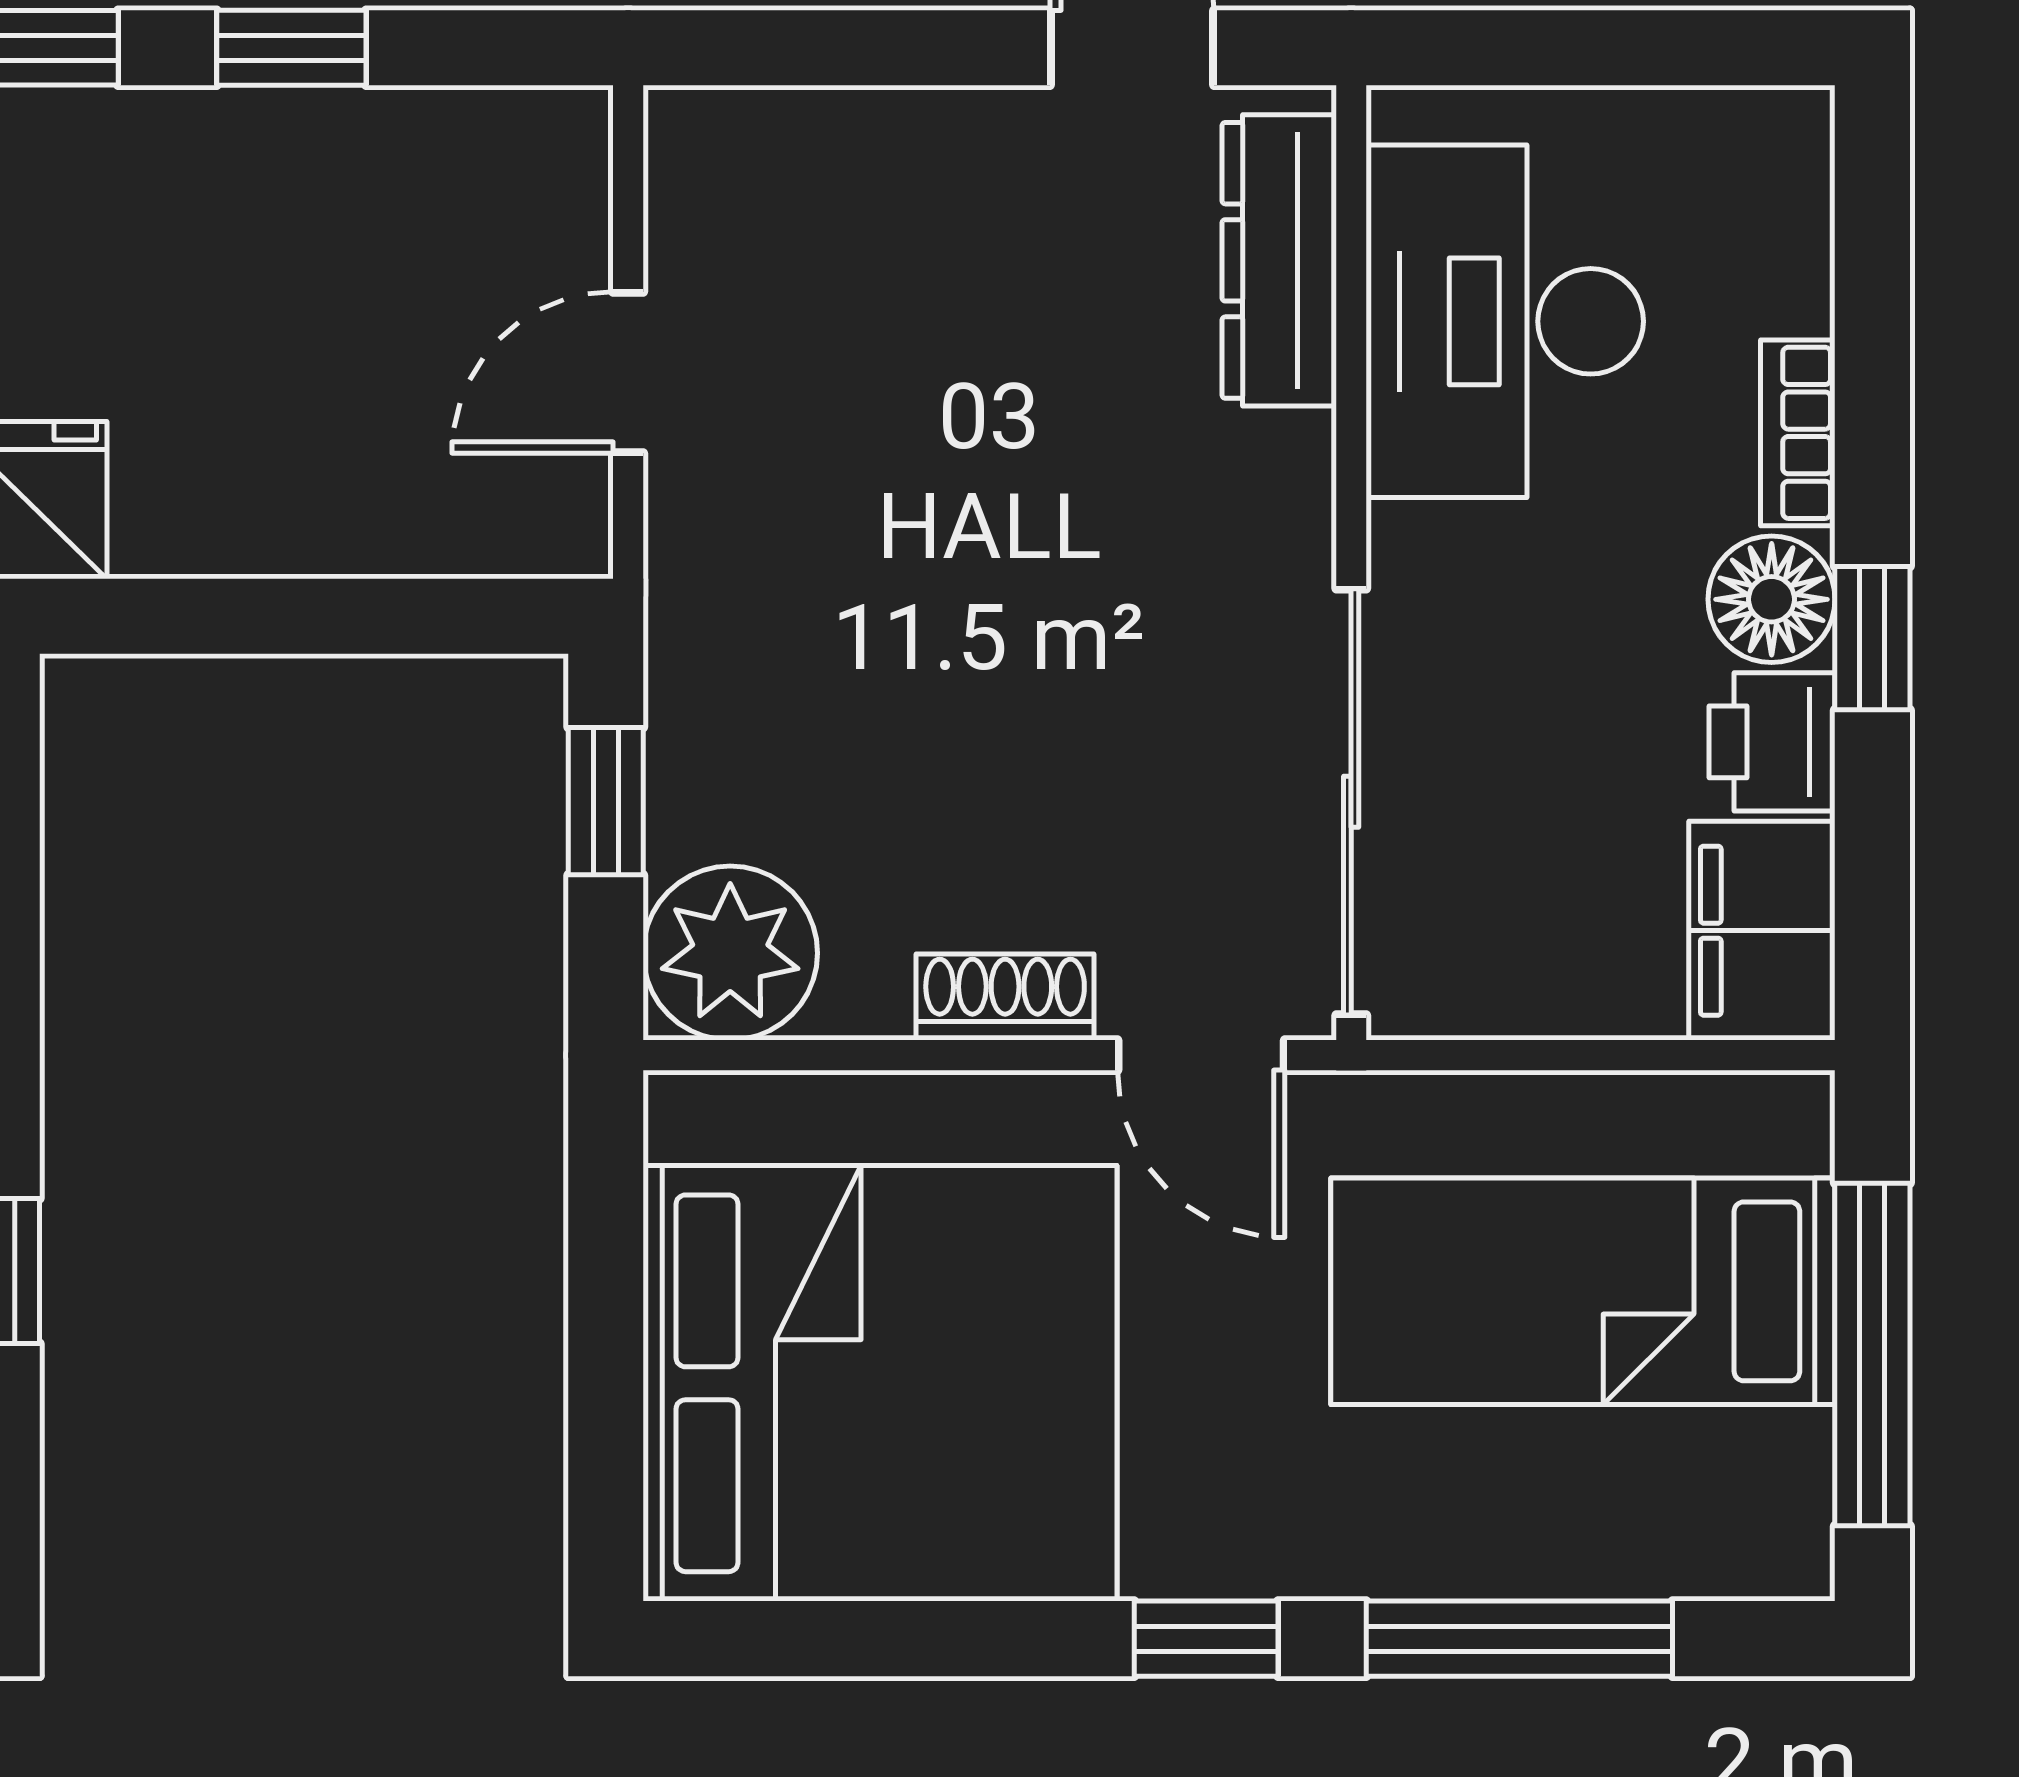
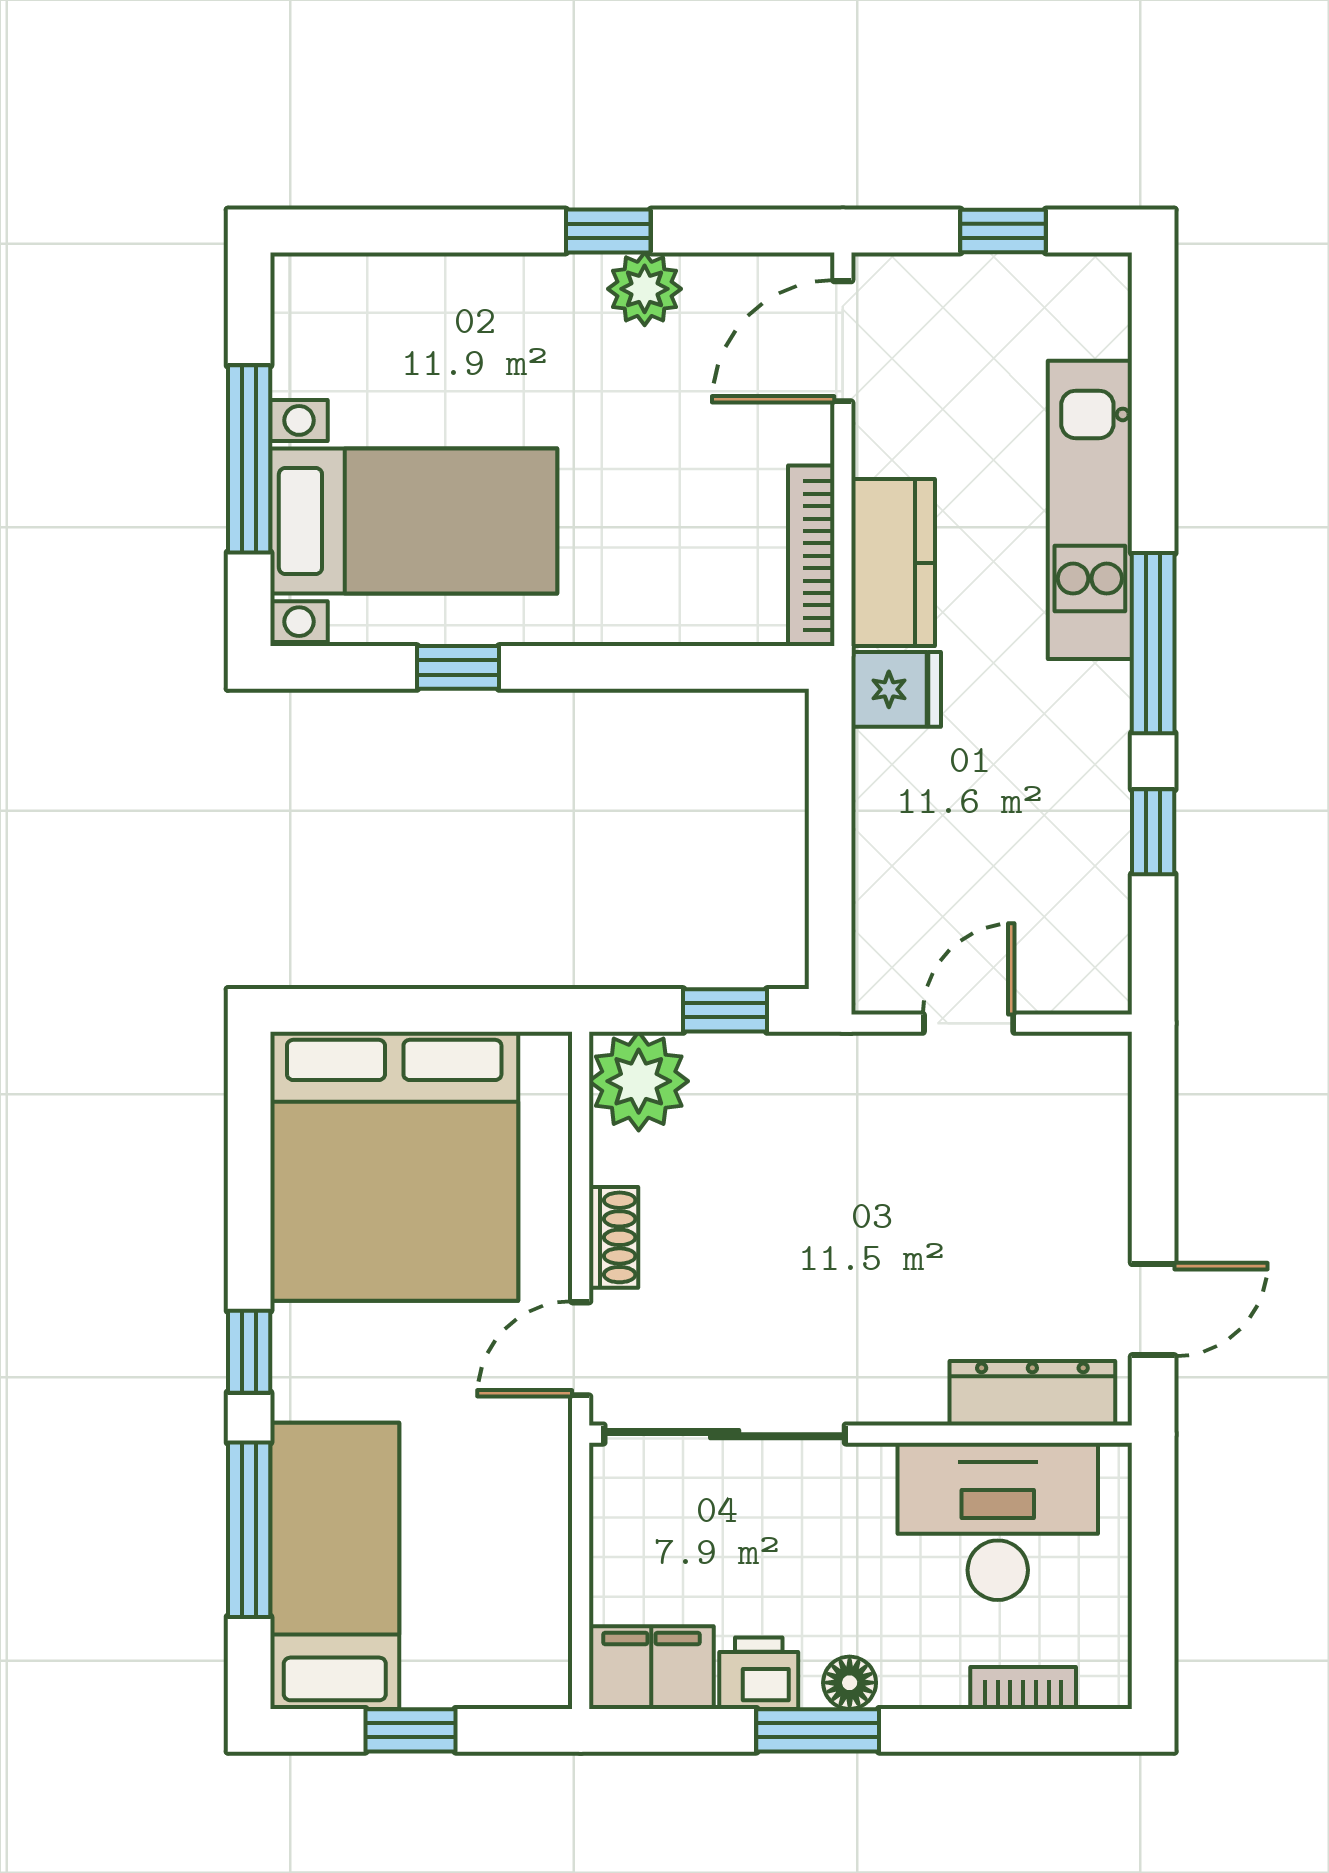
door: (628, 372) -> (969, 1023), hinge flipped
bookcase: (1798, 433) -> (1023, 1688), moved
floor lamp: (1772, 599) -> (850, 1683), width x0.73, depth x0.73
window: (1872, 638) -> (818, 1730), width x1.50
bed: (1583, 1291) -> (335, 1566), moved
window: (1872, 1355) -> (411, 1730), width x0.46

